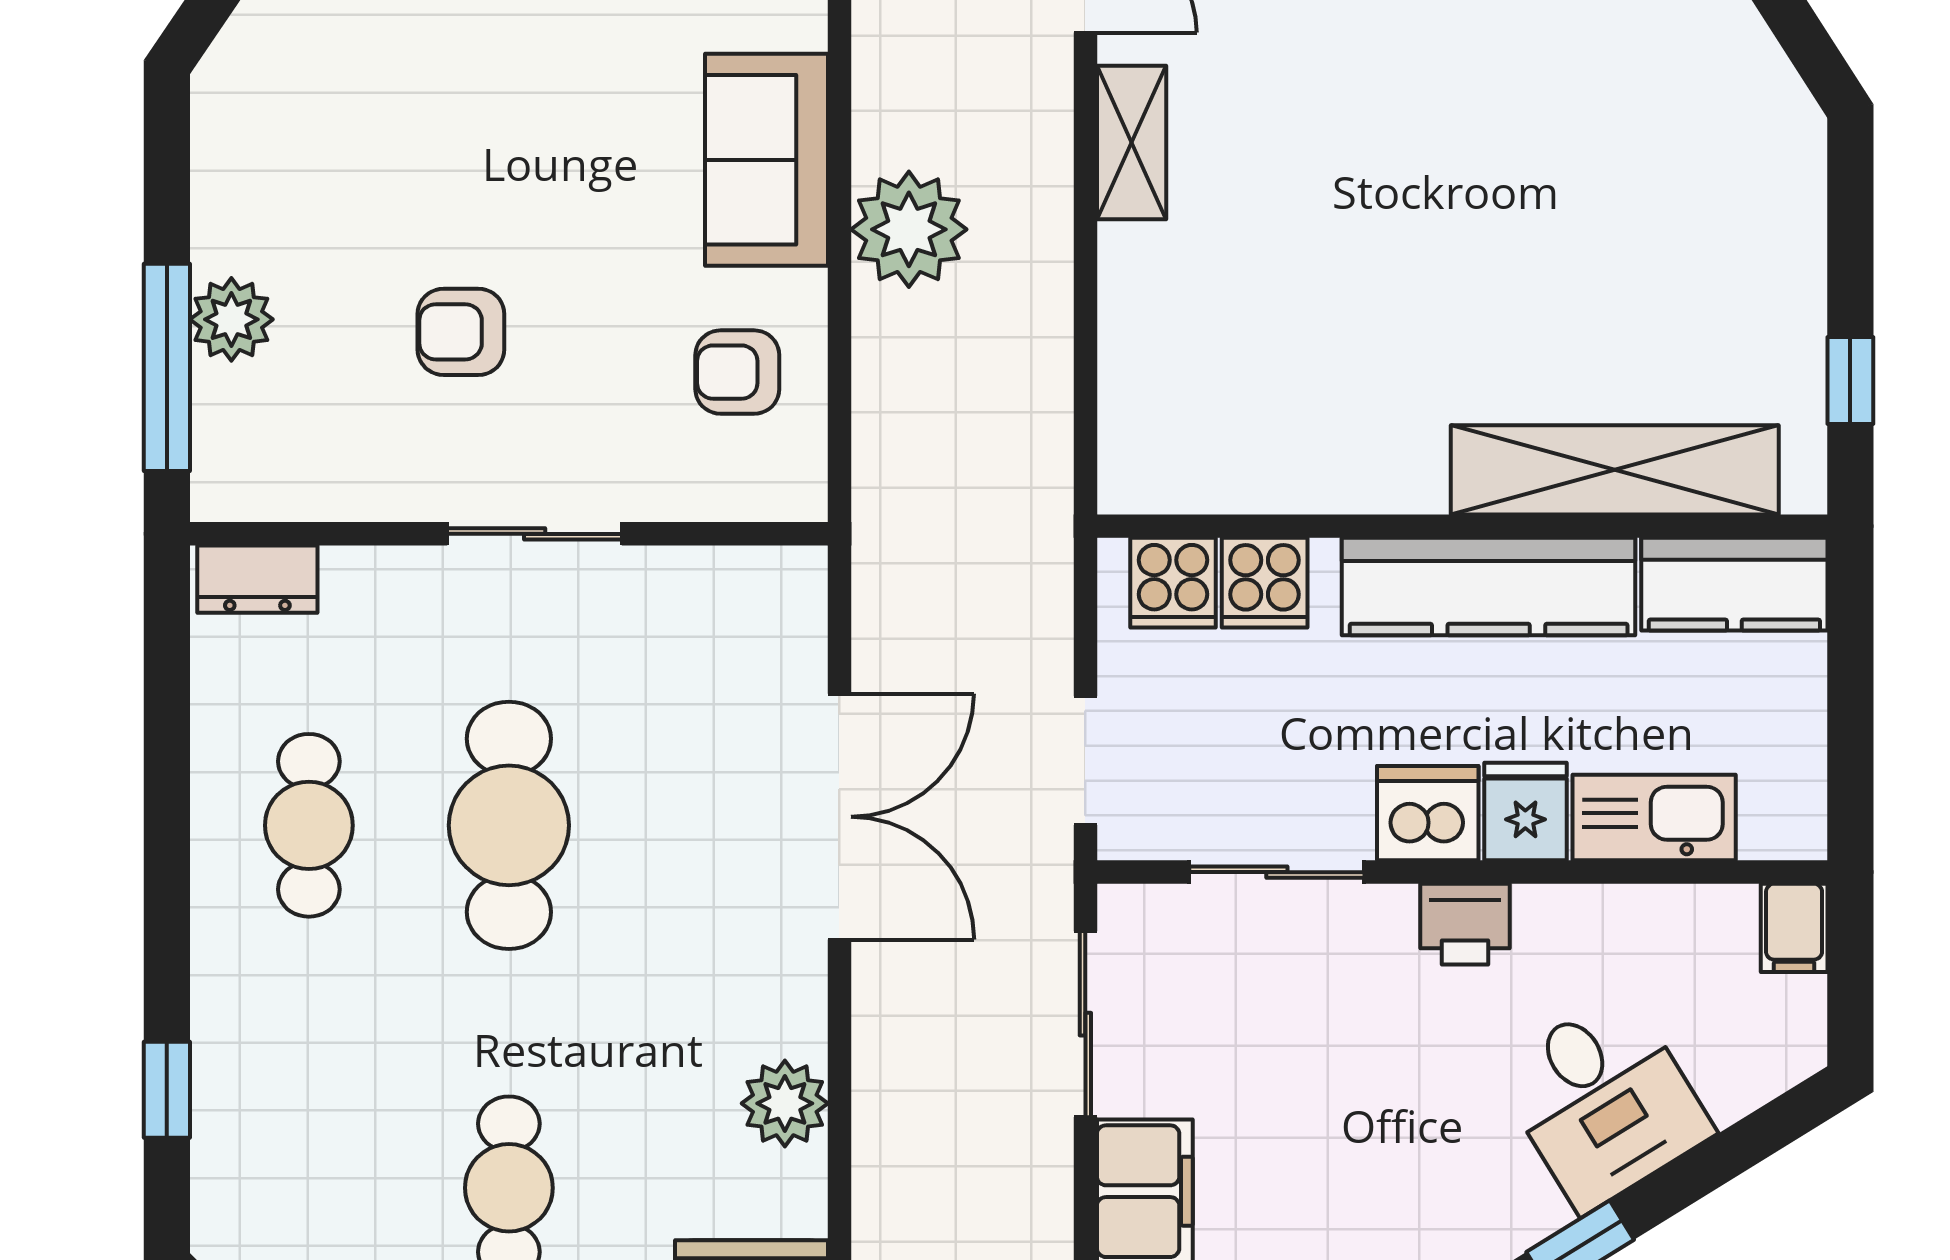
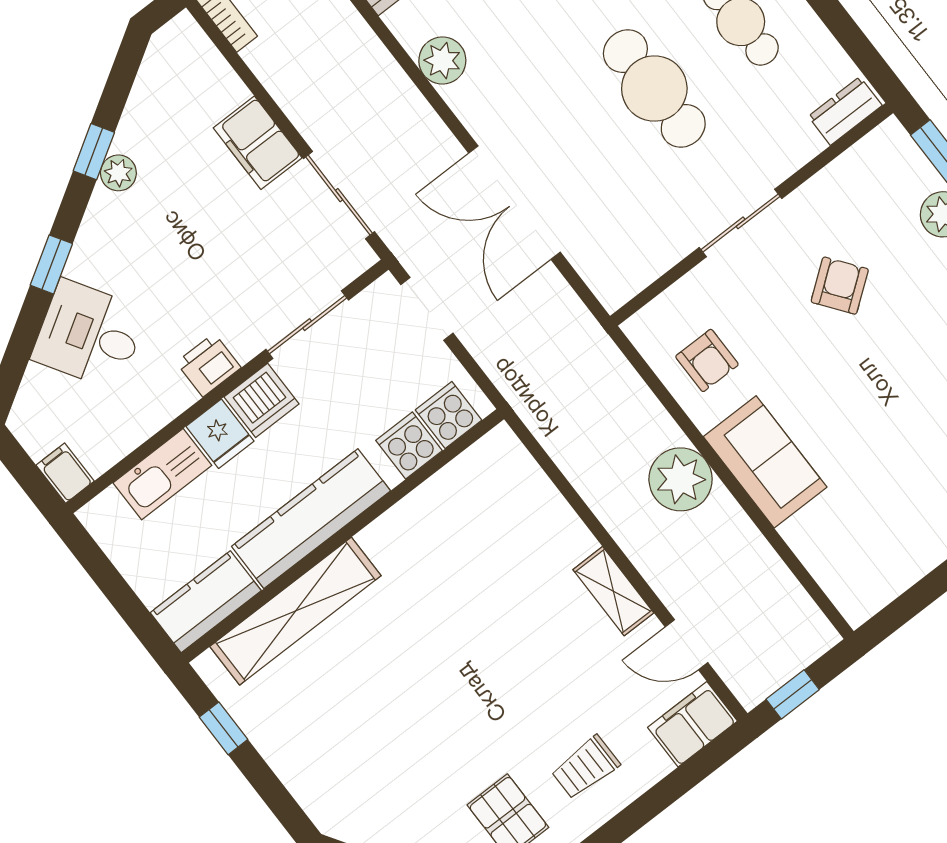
armchair: (461, 332) -> (840, 286), turned -37
armchair: (737, 372) -> (707, 360), turned 90

